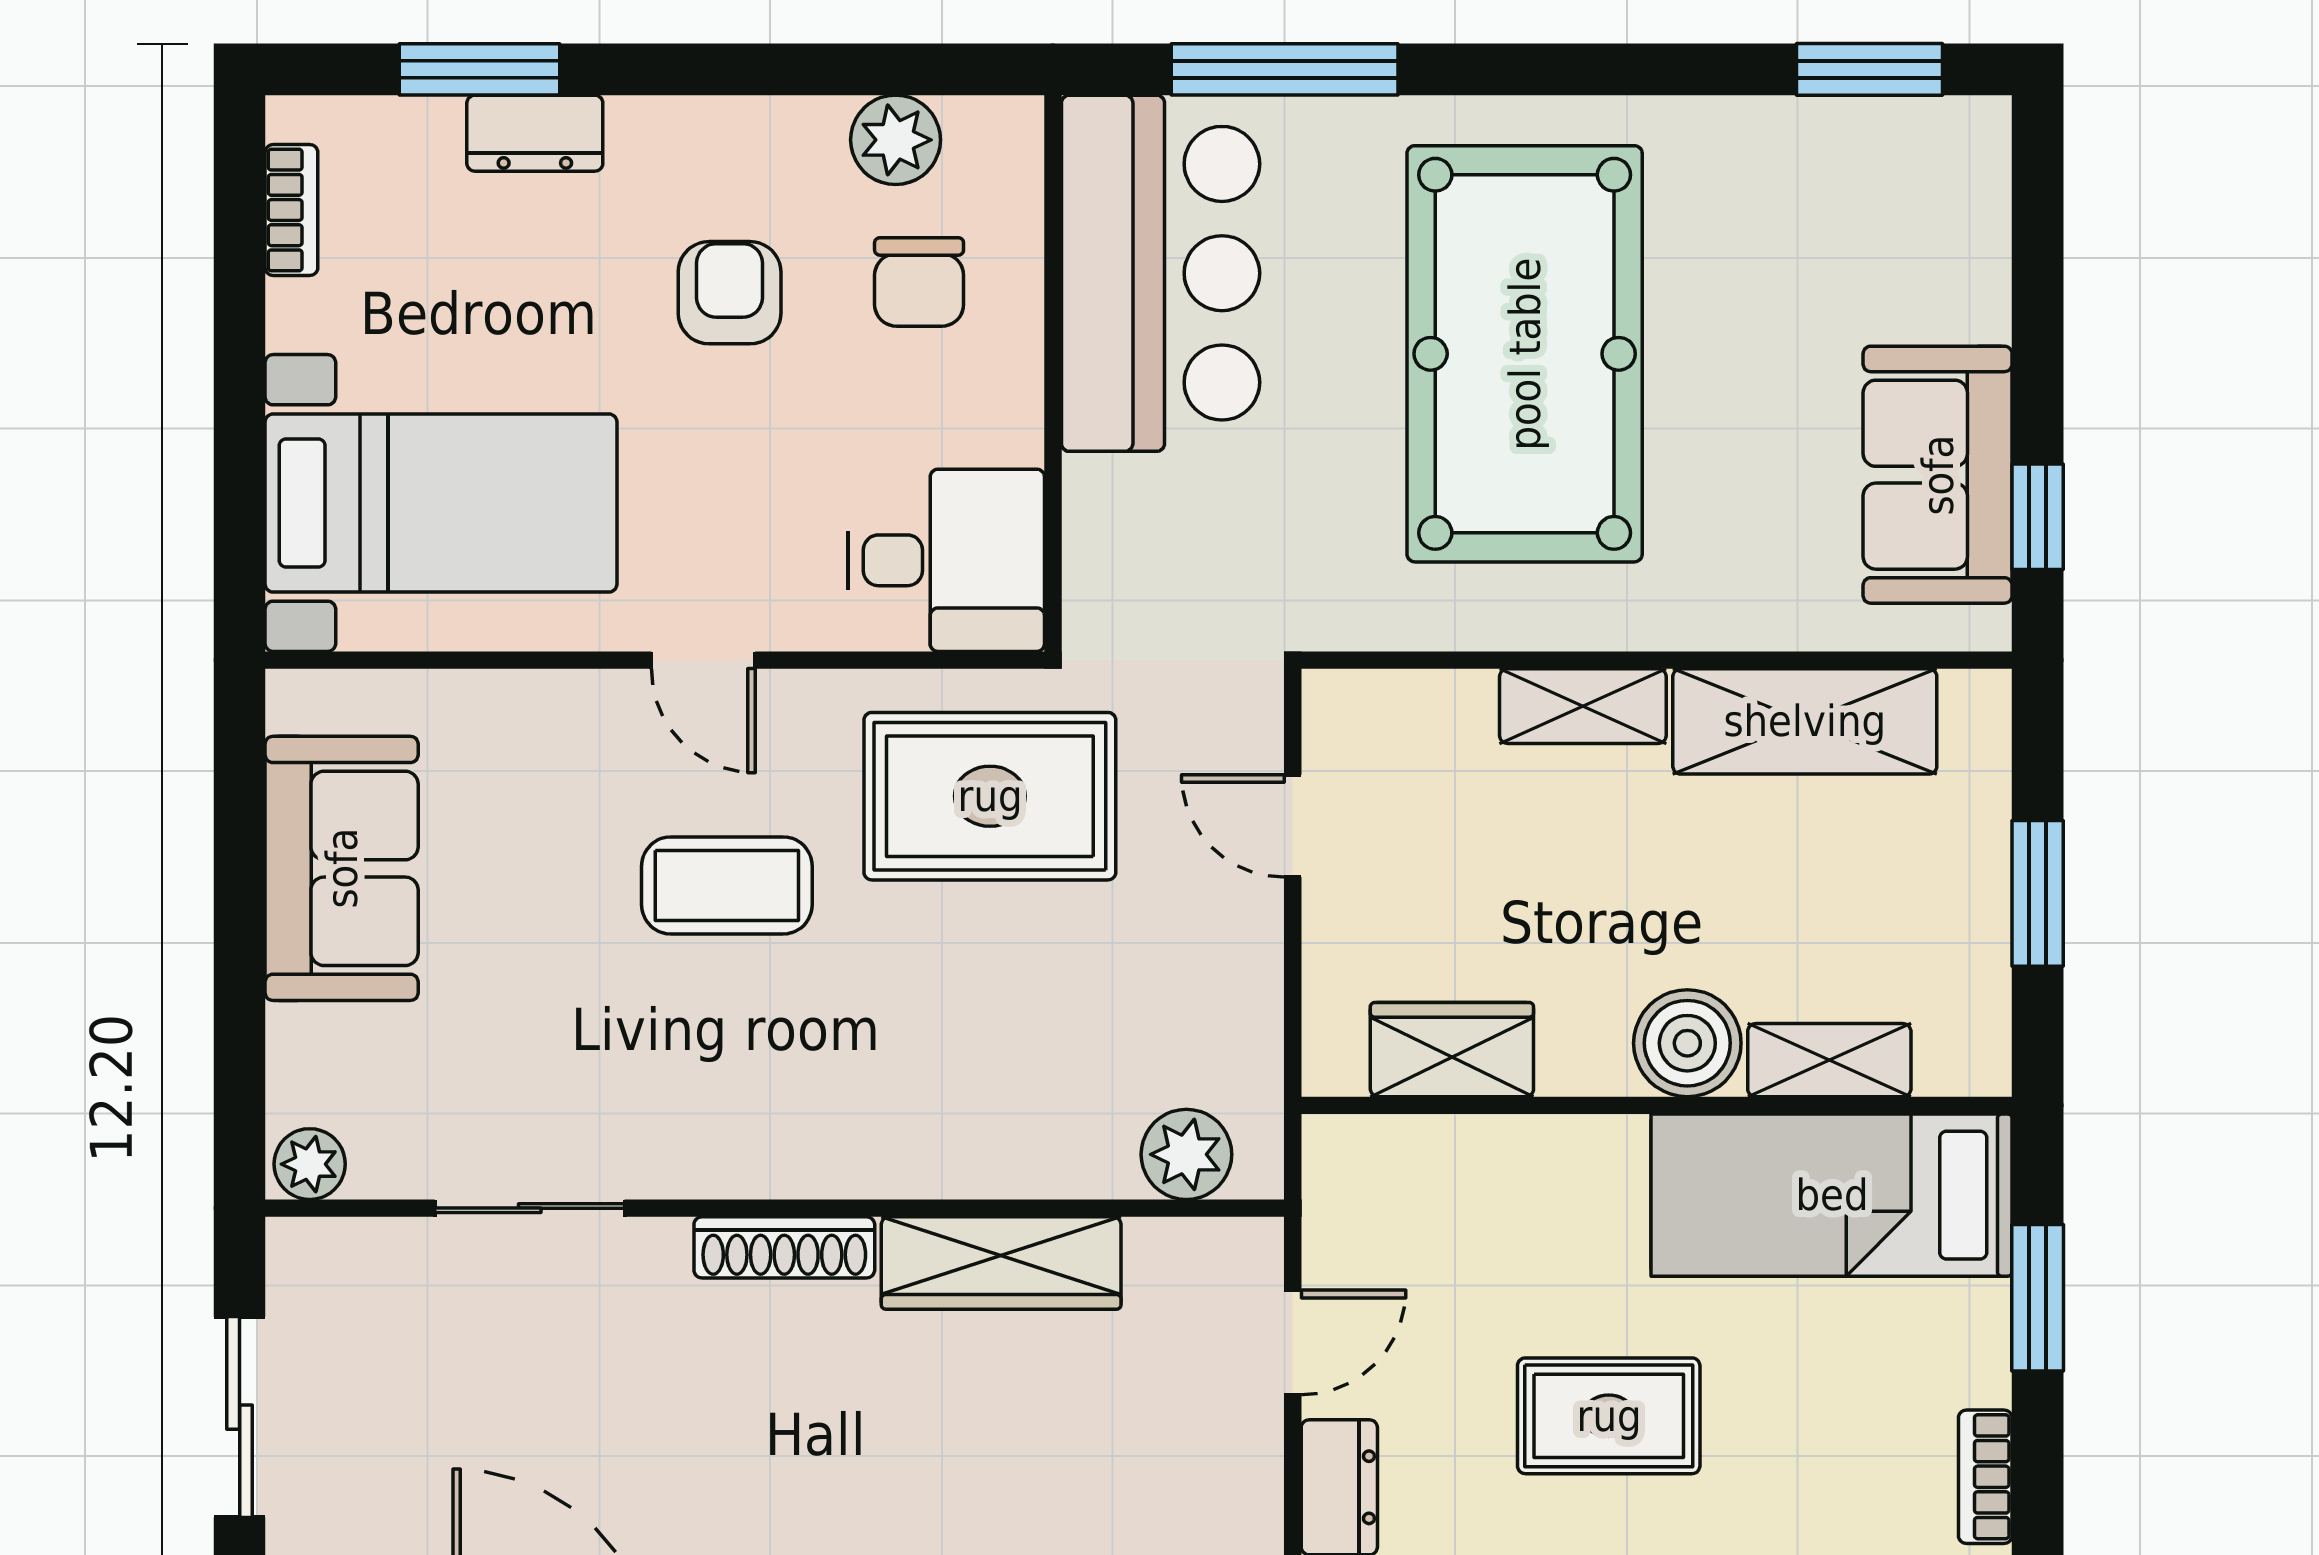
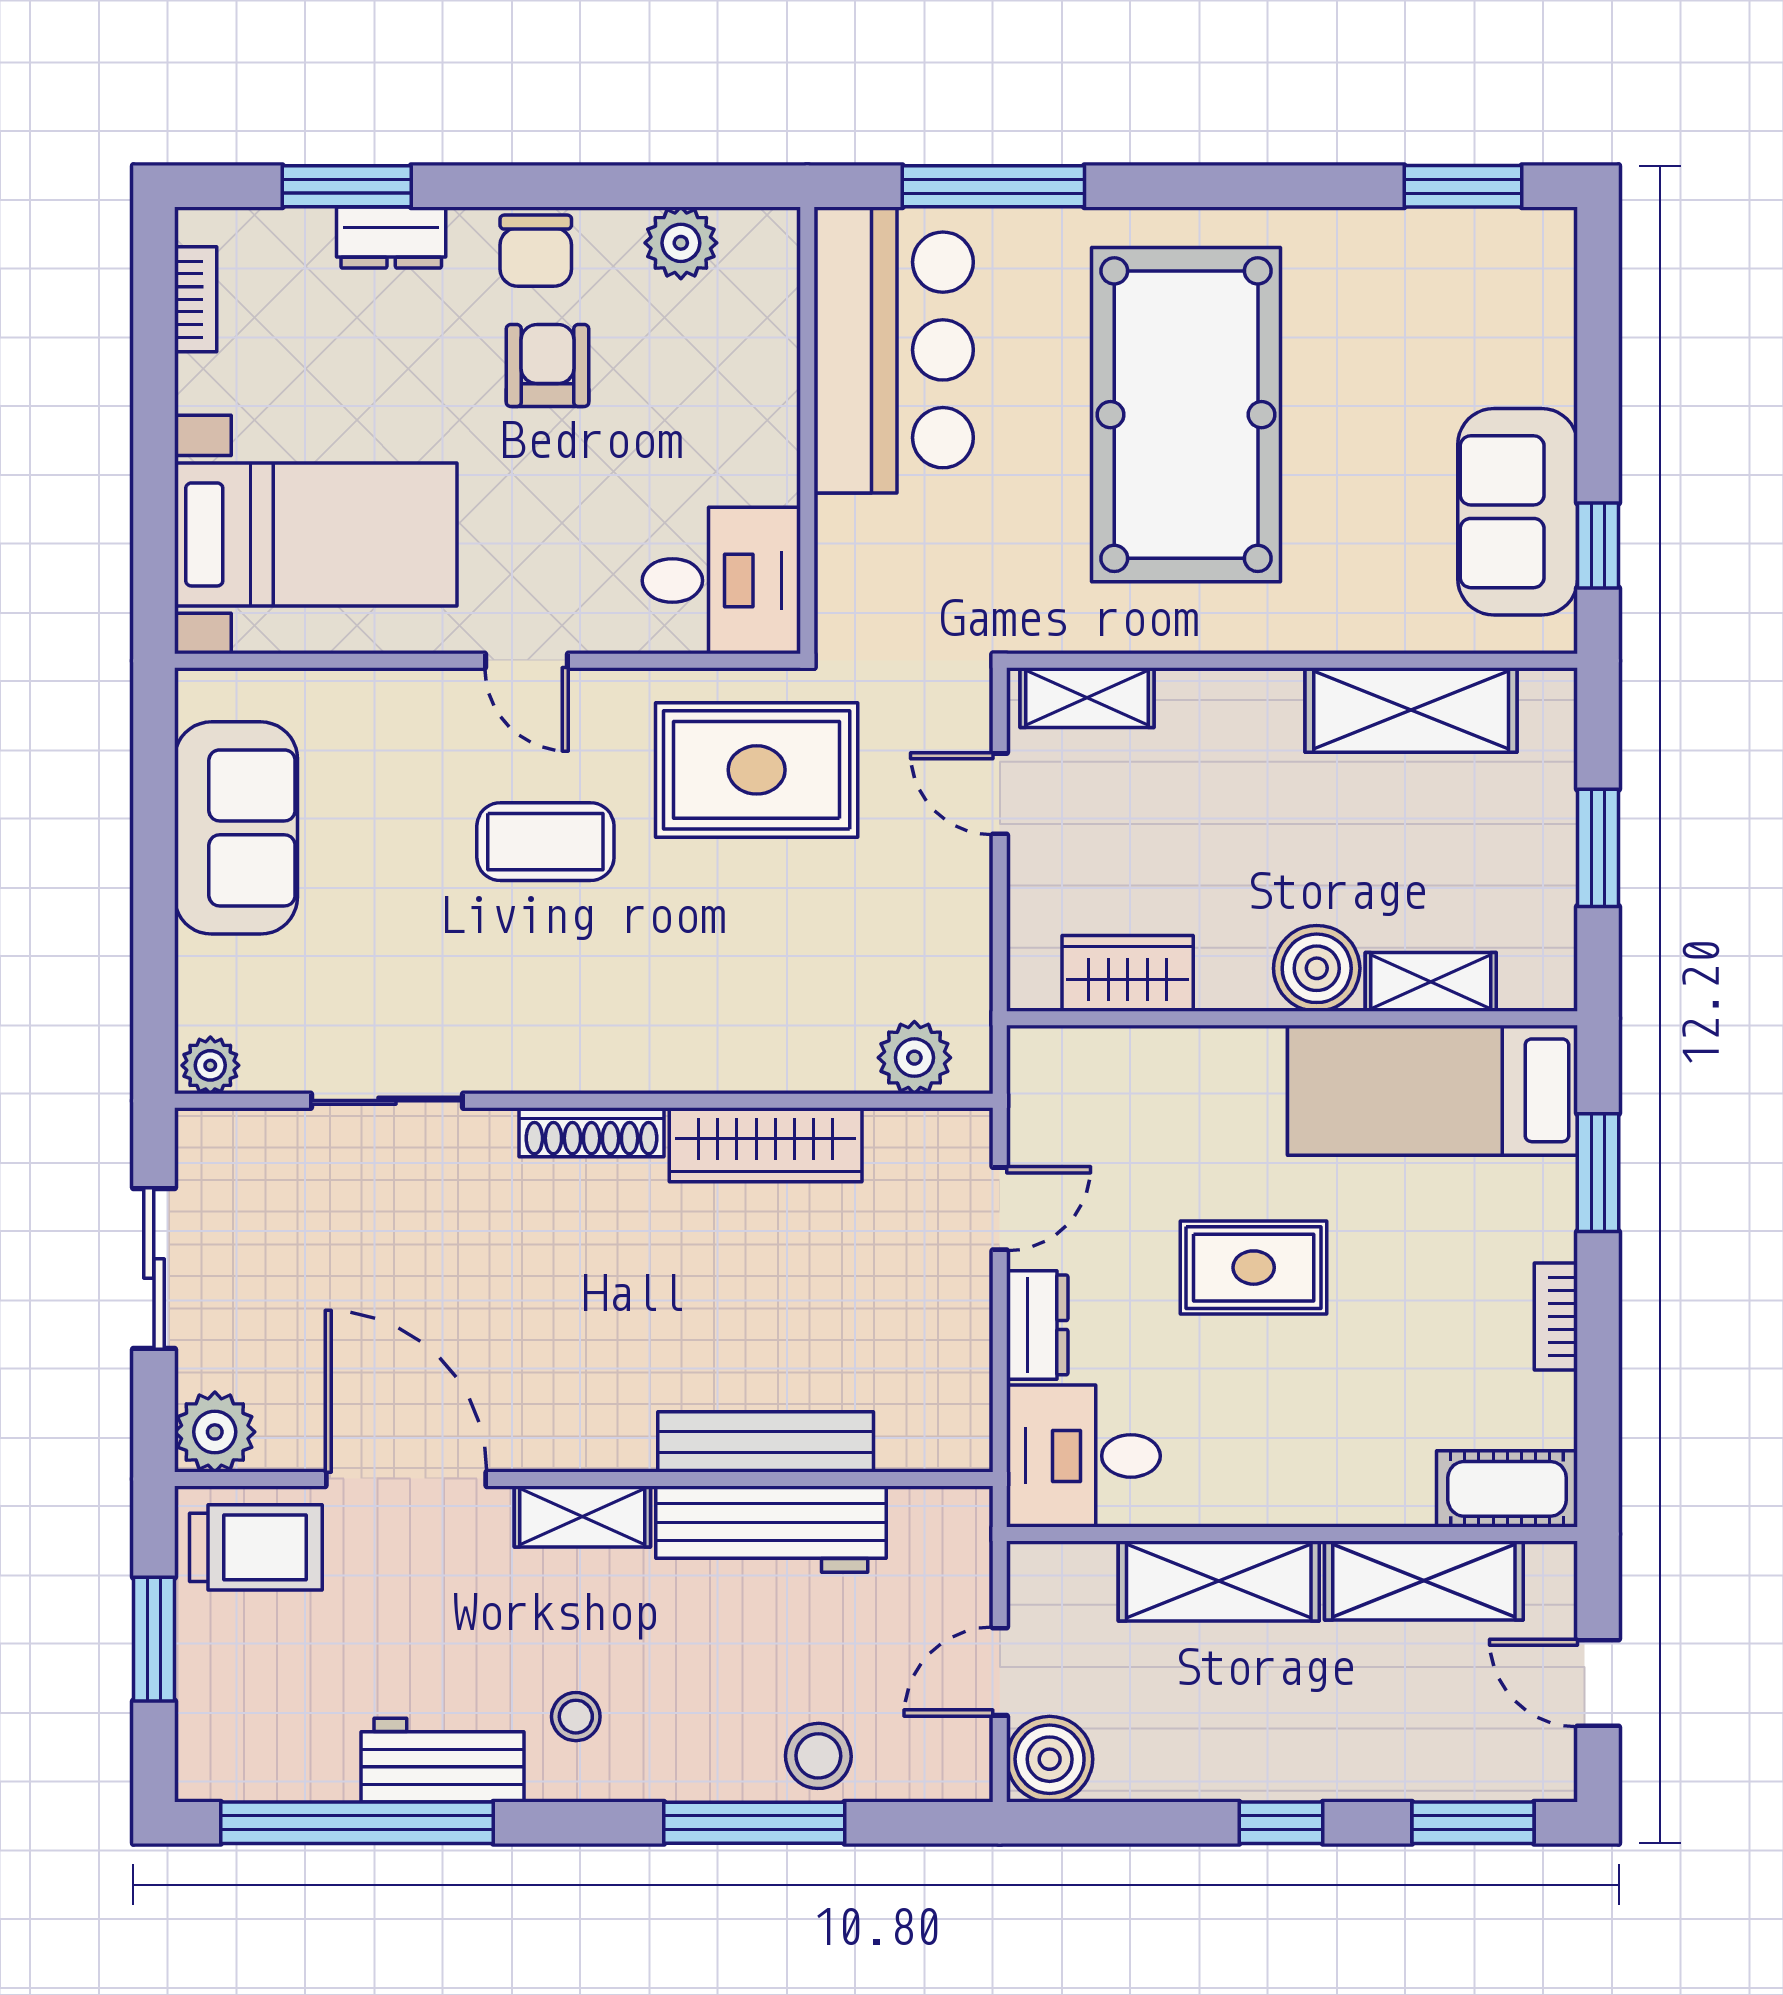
chair: (919, 282) -> (536, 251), moved
shelving: (1583, 706) -> (1087, 698), moved

